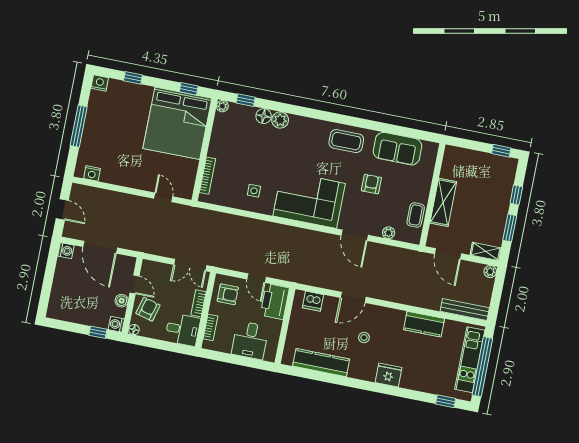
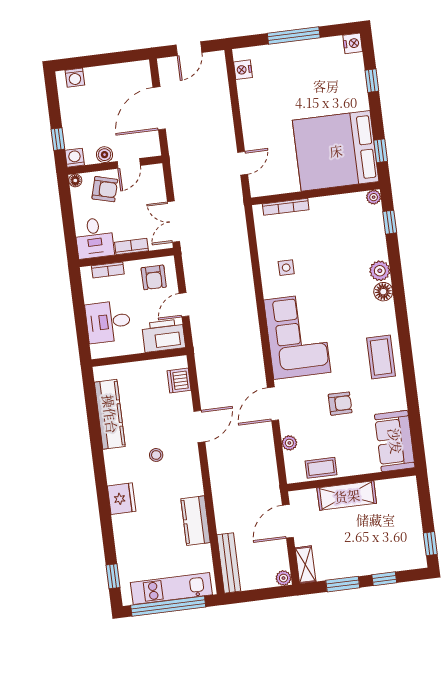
floor lamp: (264, 116) -> (383, 292), moved
sofa: (397, 149) -> (395, 441), moved
washing machine: (66, 251) -> (75, 78), moved
door: (353, 297) -> (199, 426), swing flipped

